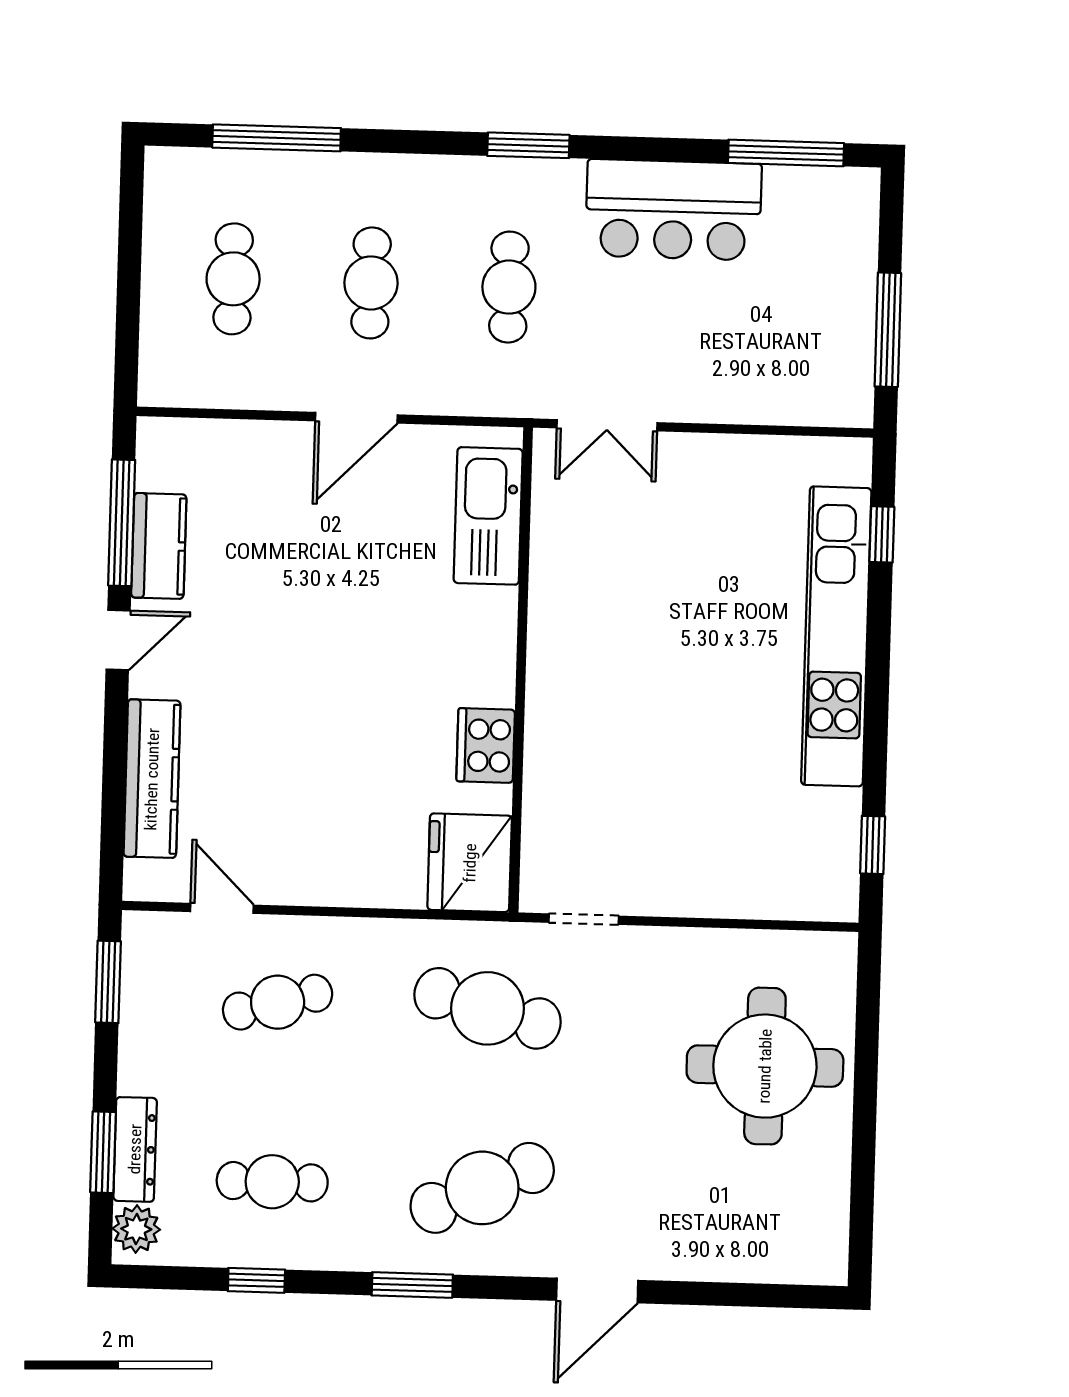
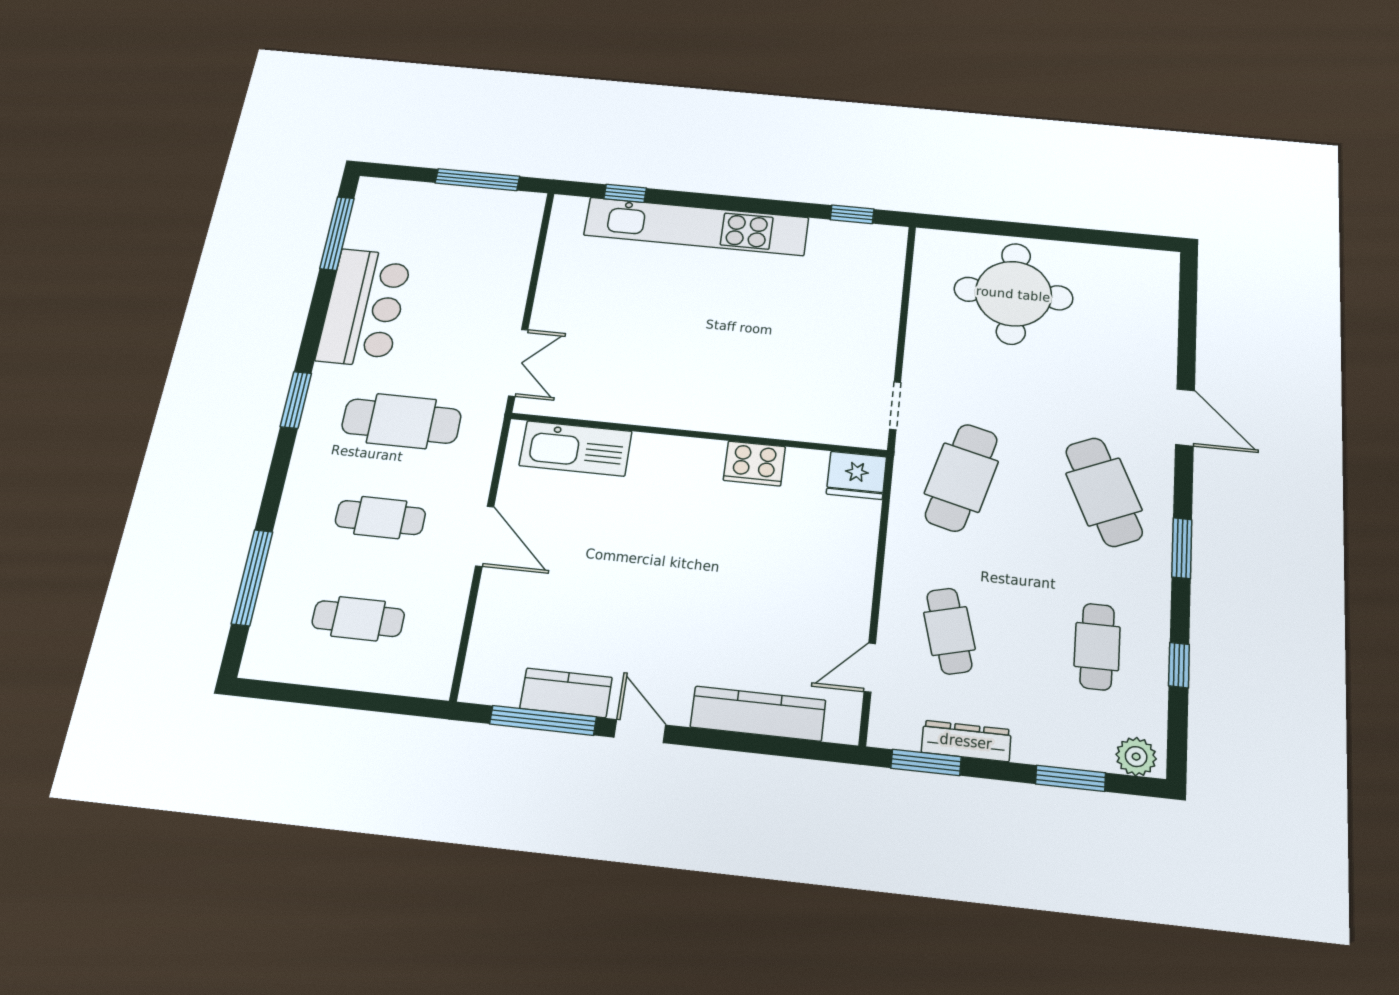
cafe table: (509, 287) -> (401, 421), width x1.37, depth x1.35
fridge: (470, 863) -> (856, 475), width x0.73, depth x0.75
dresser: (135, 1149) -> (966, 741), moved

